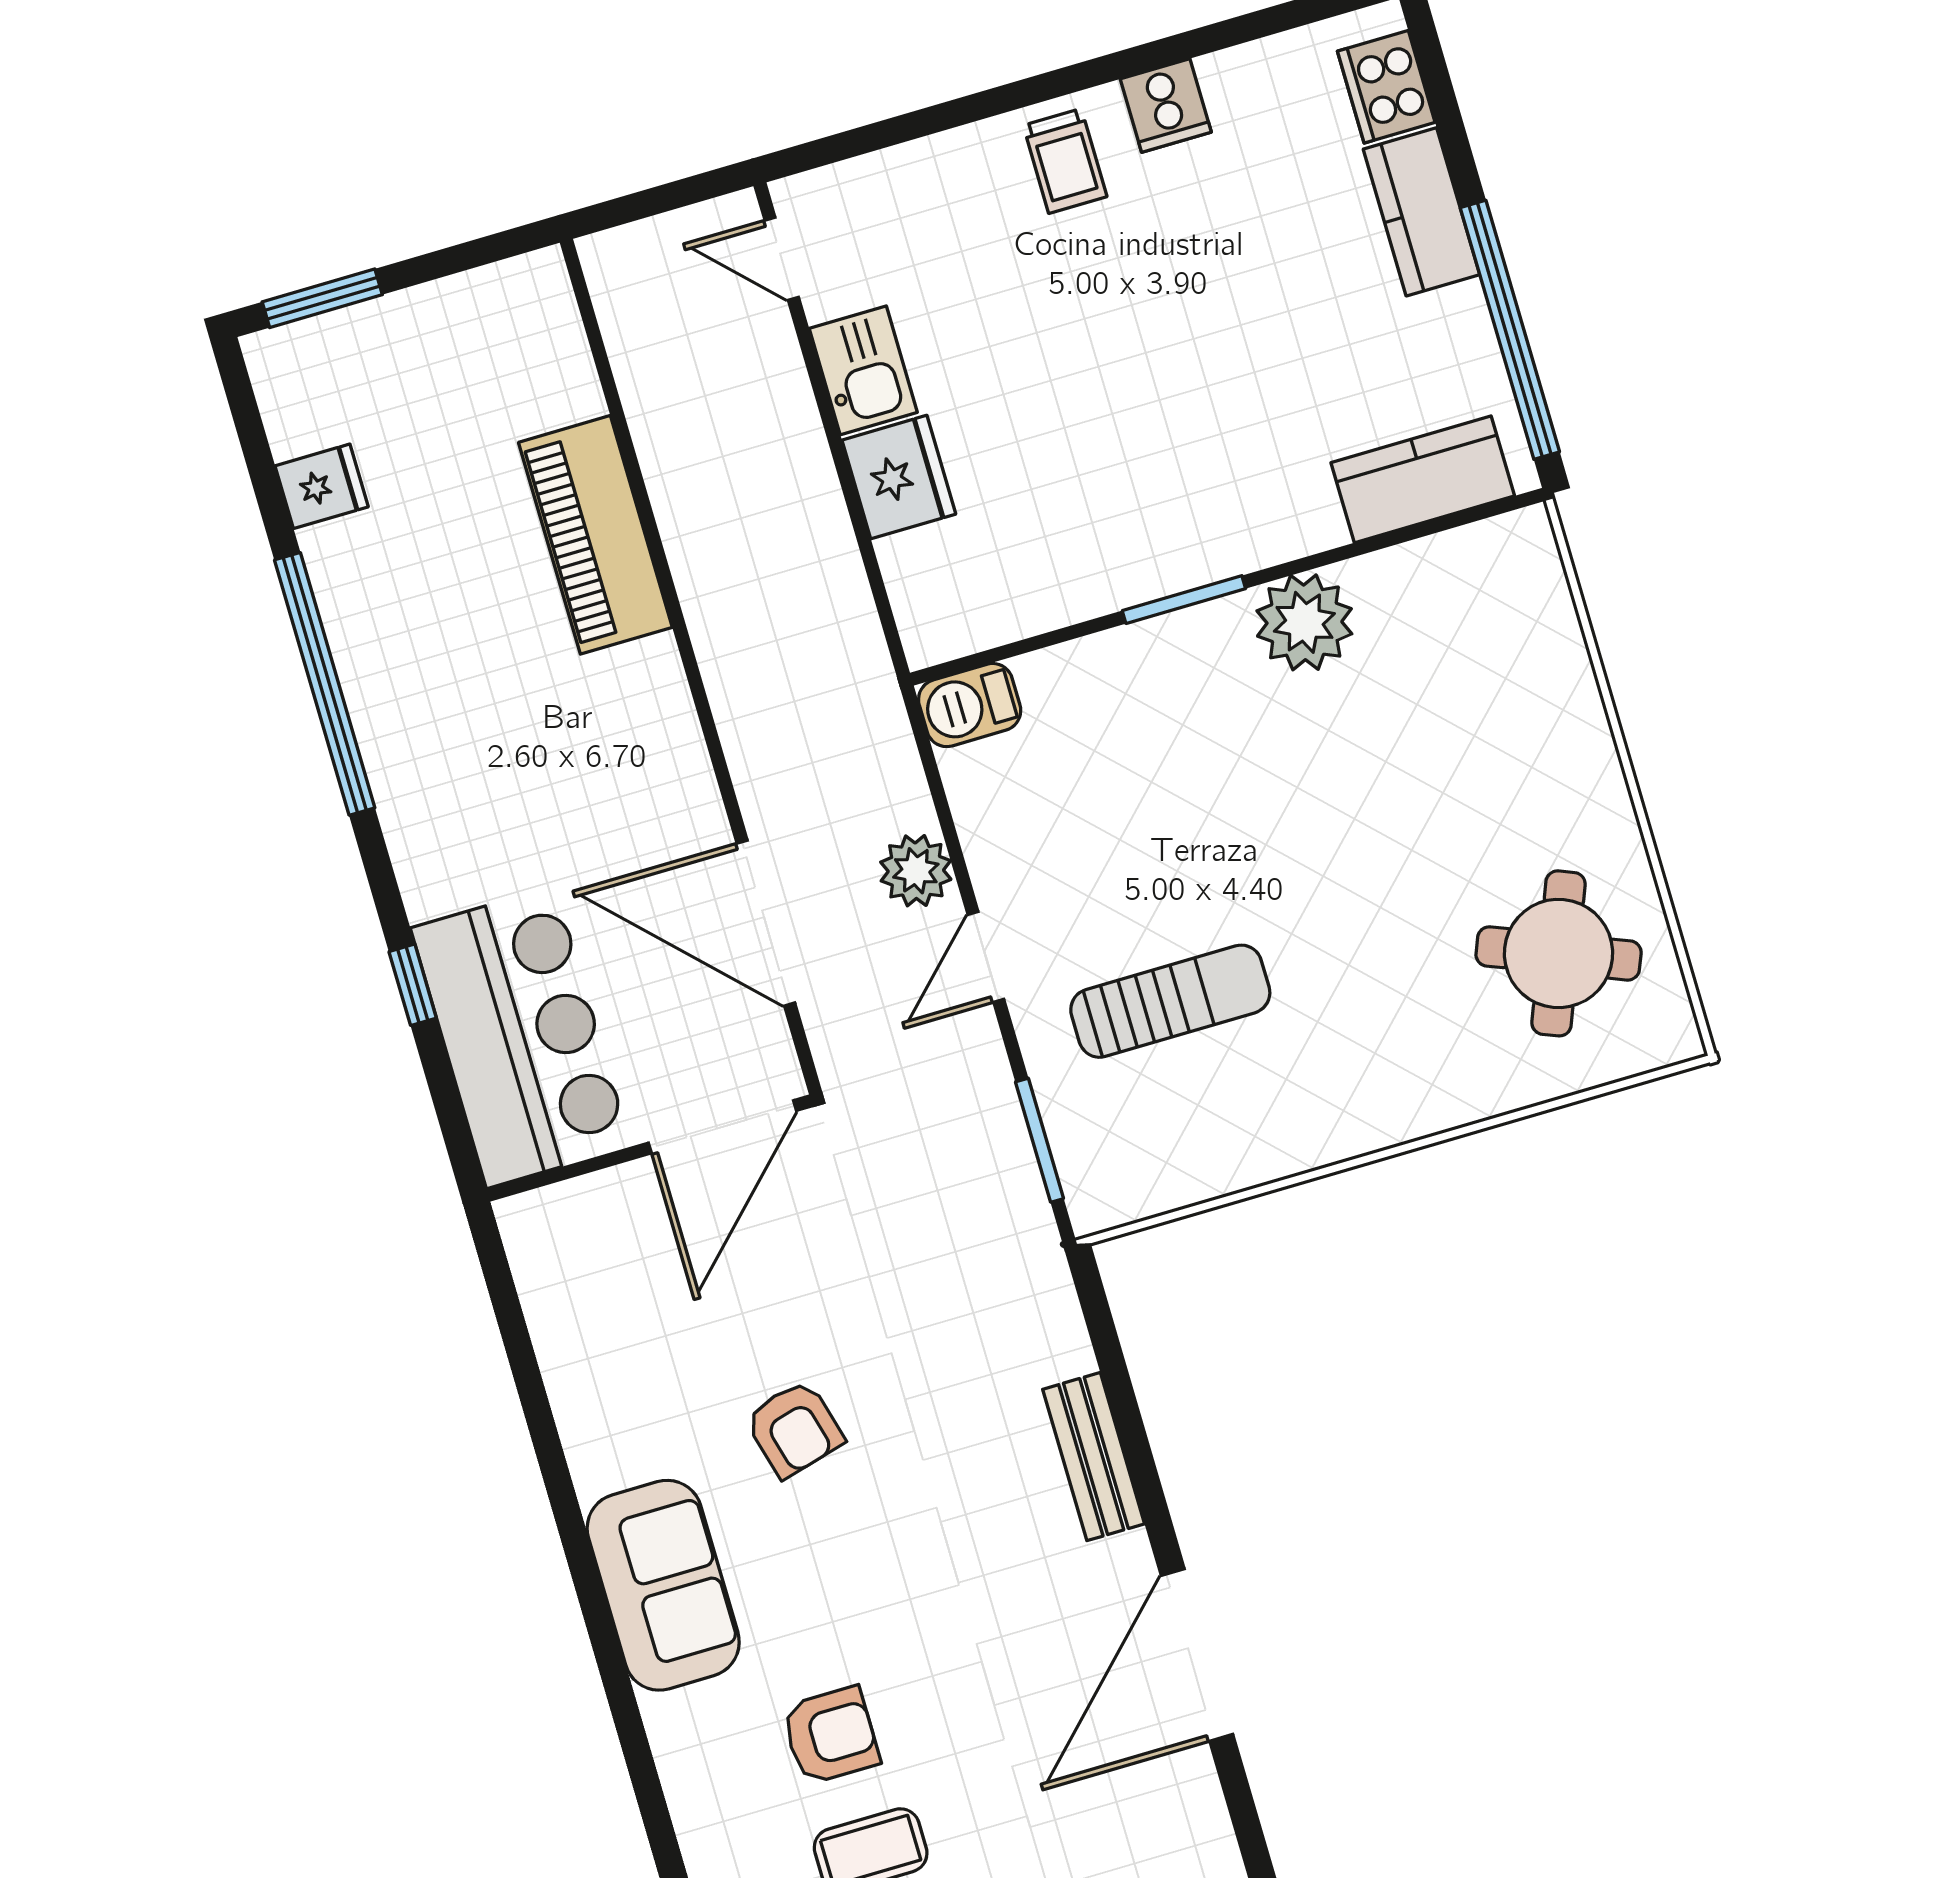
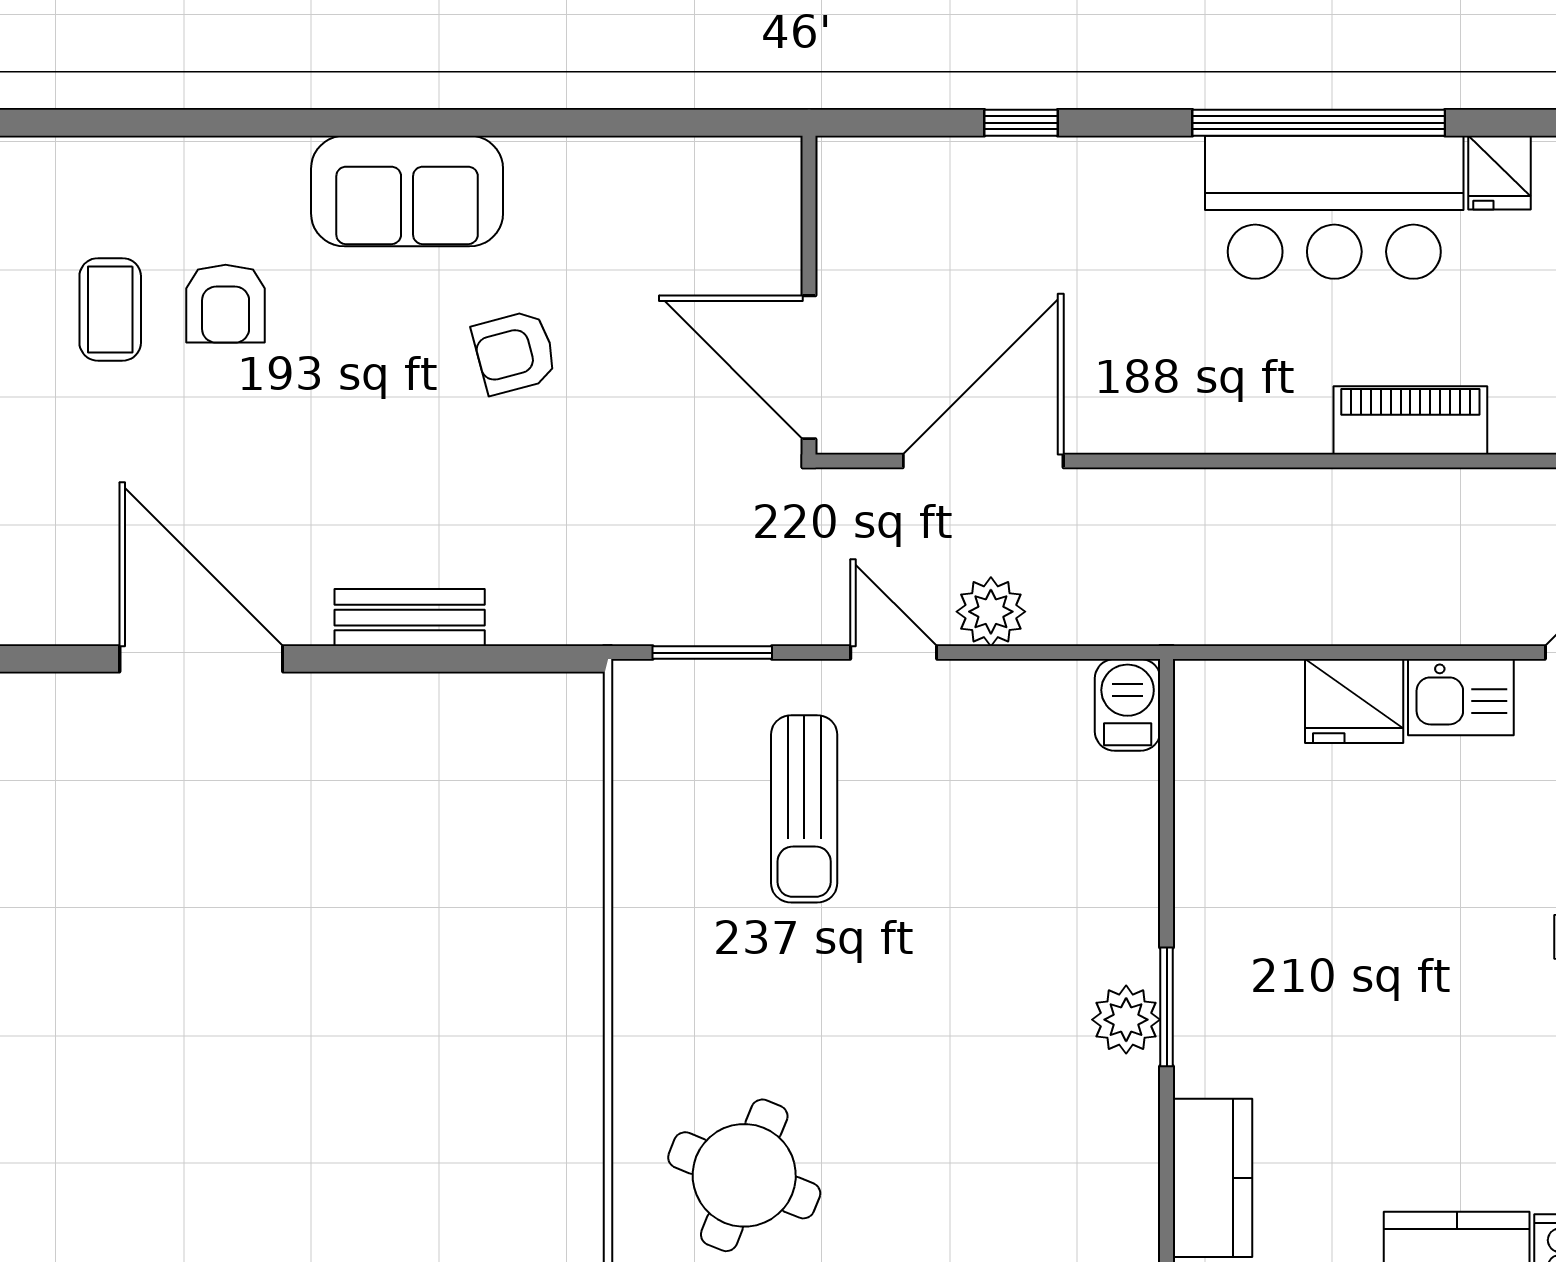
piano: (595, 535) -> (1410, 420), width x0.73, depth x0.75
window: (1184, 600) -> (1167, 1007), moved
plant: (1304, 622) -> (1126, 1020), width x0.73, depth x0.73
bar counter: (521, 1037) -> (1334, 207), moved

